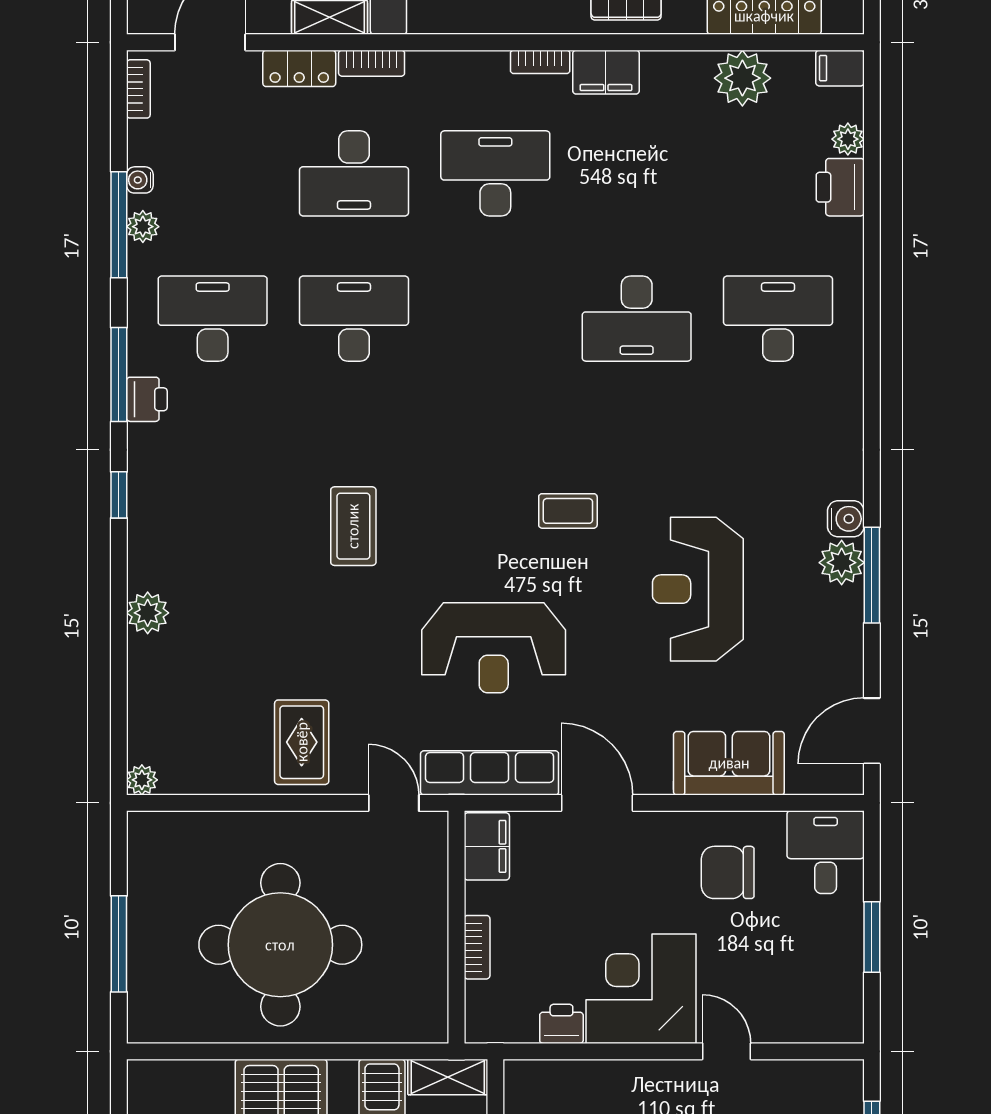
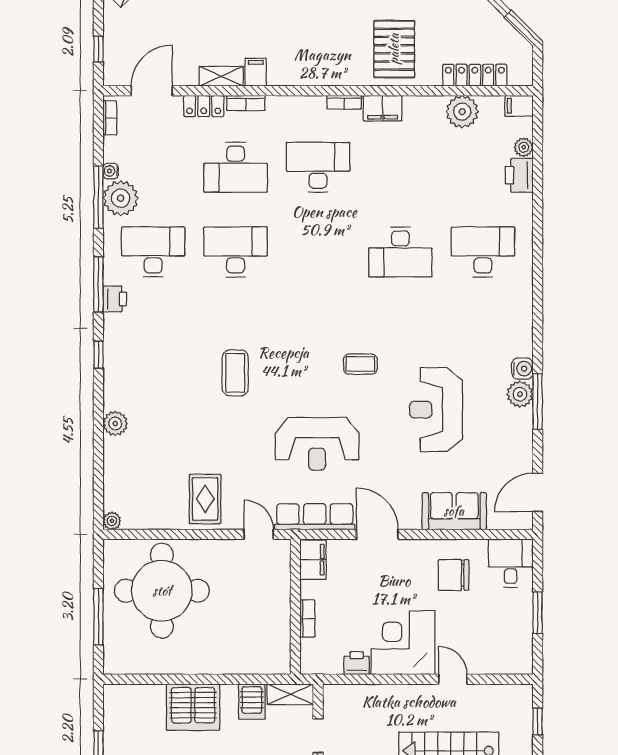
plant: (143, 227) -> (121, 198), width x1.88, depth x1.88
round table: (280, 945) -> (162, 591), moved

